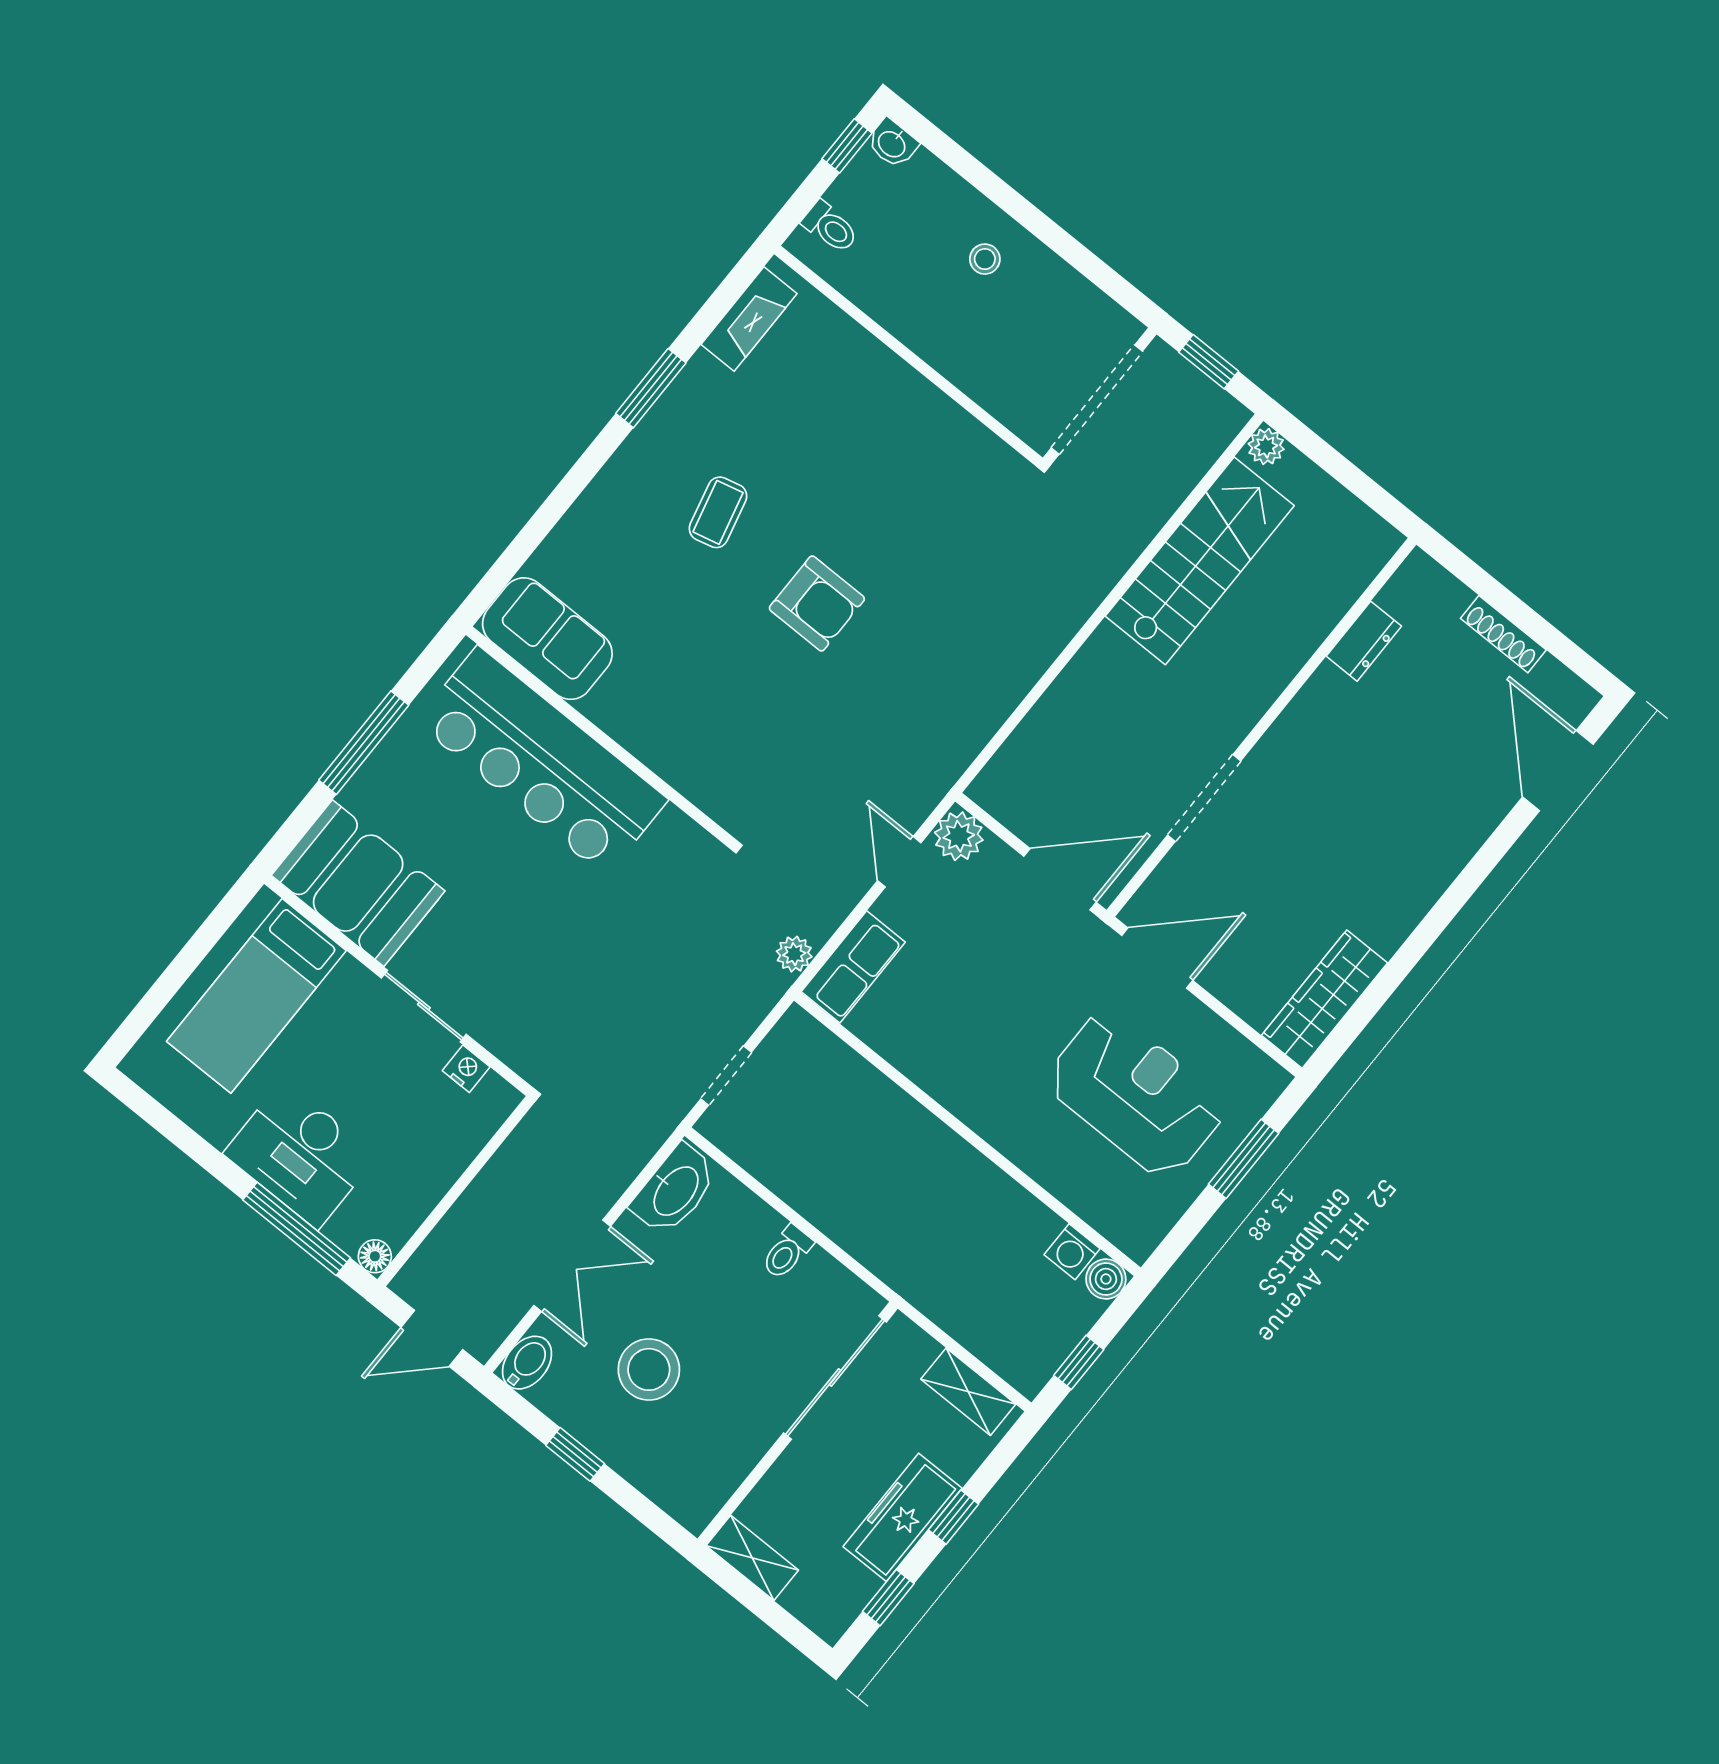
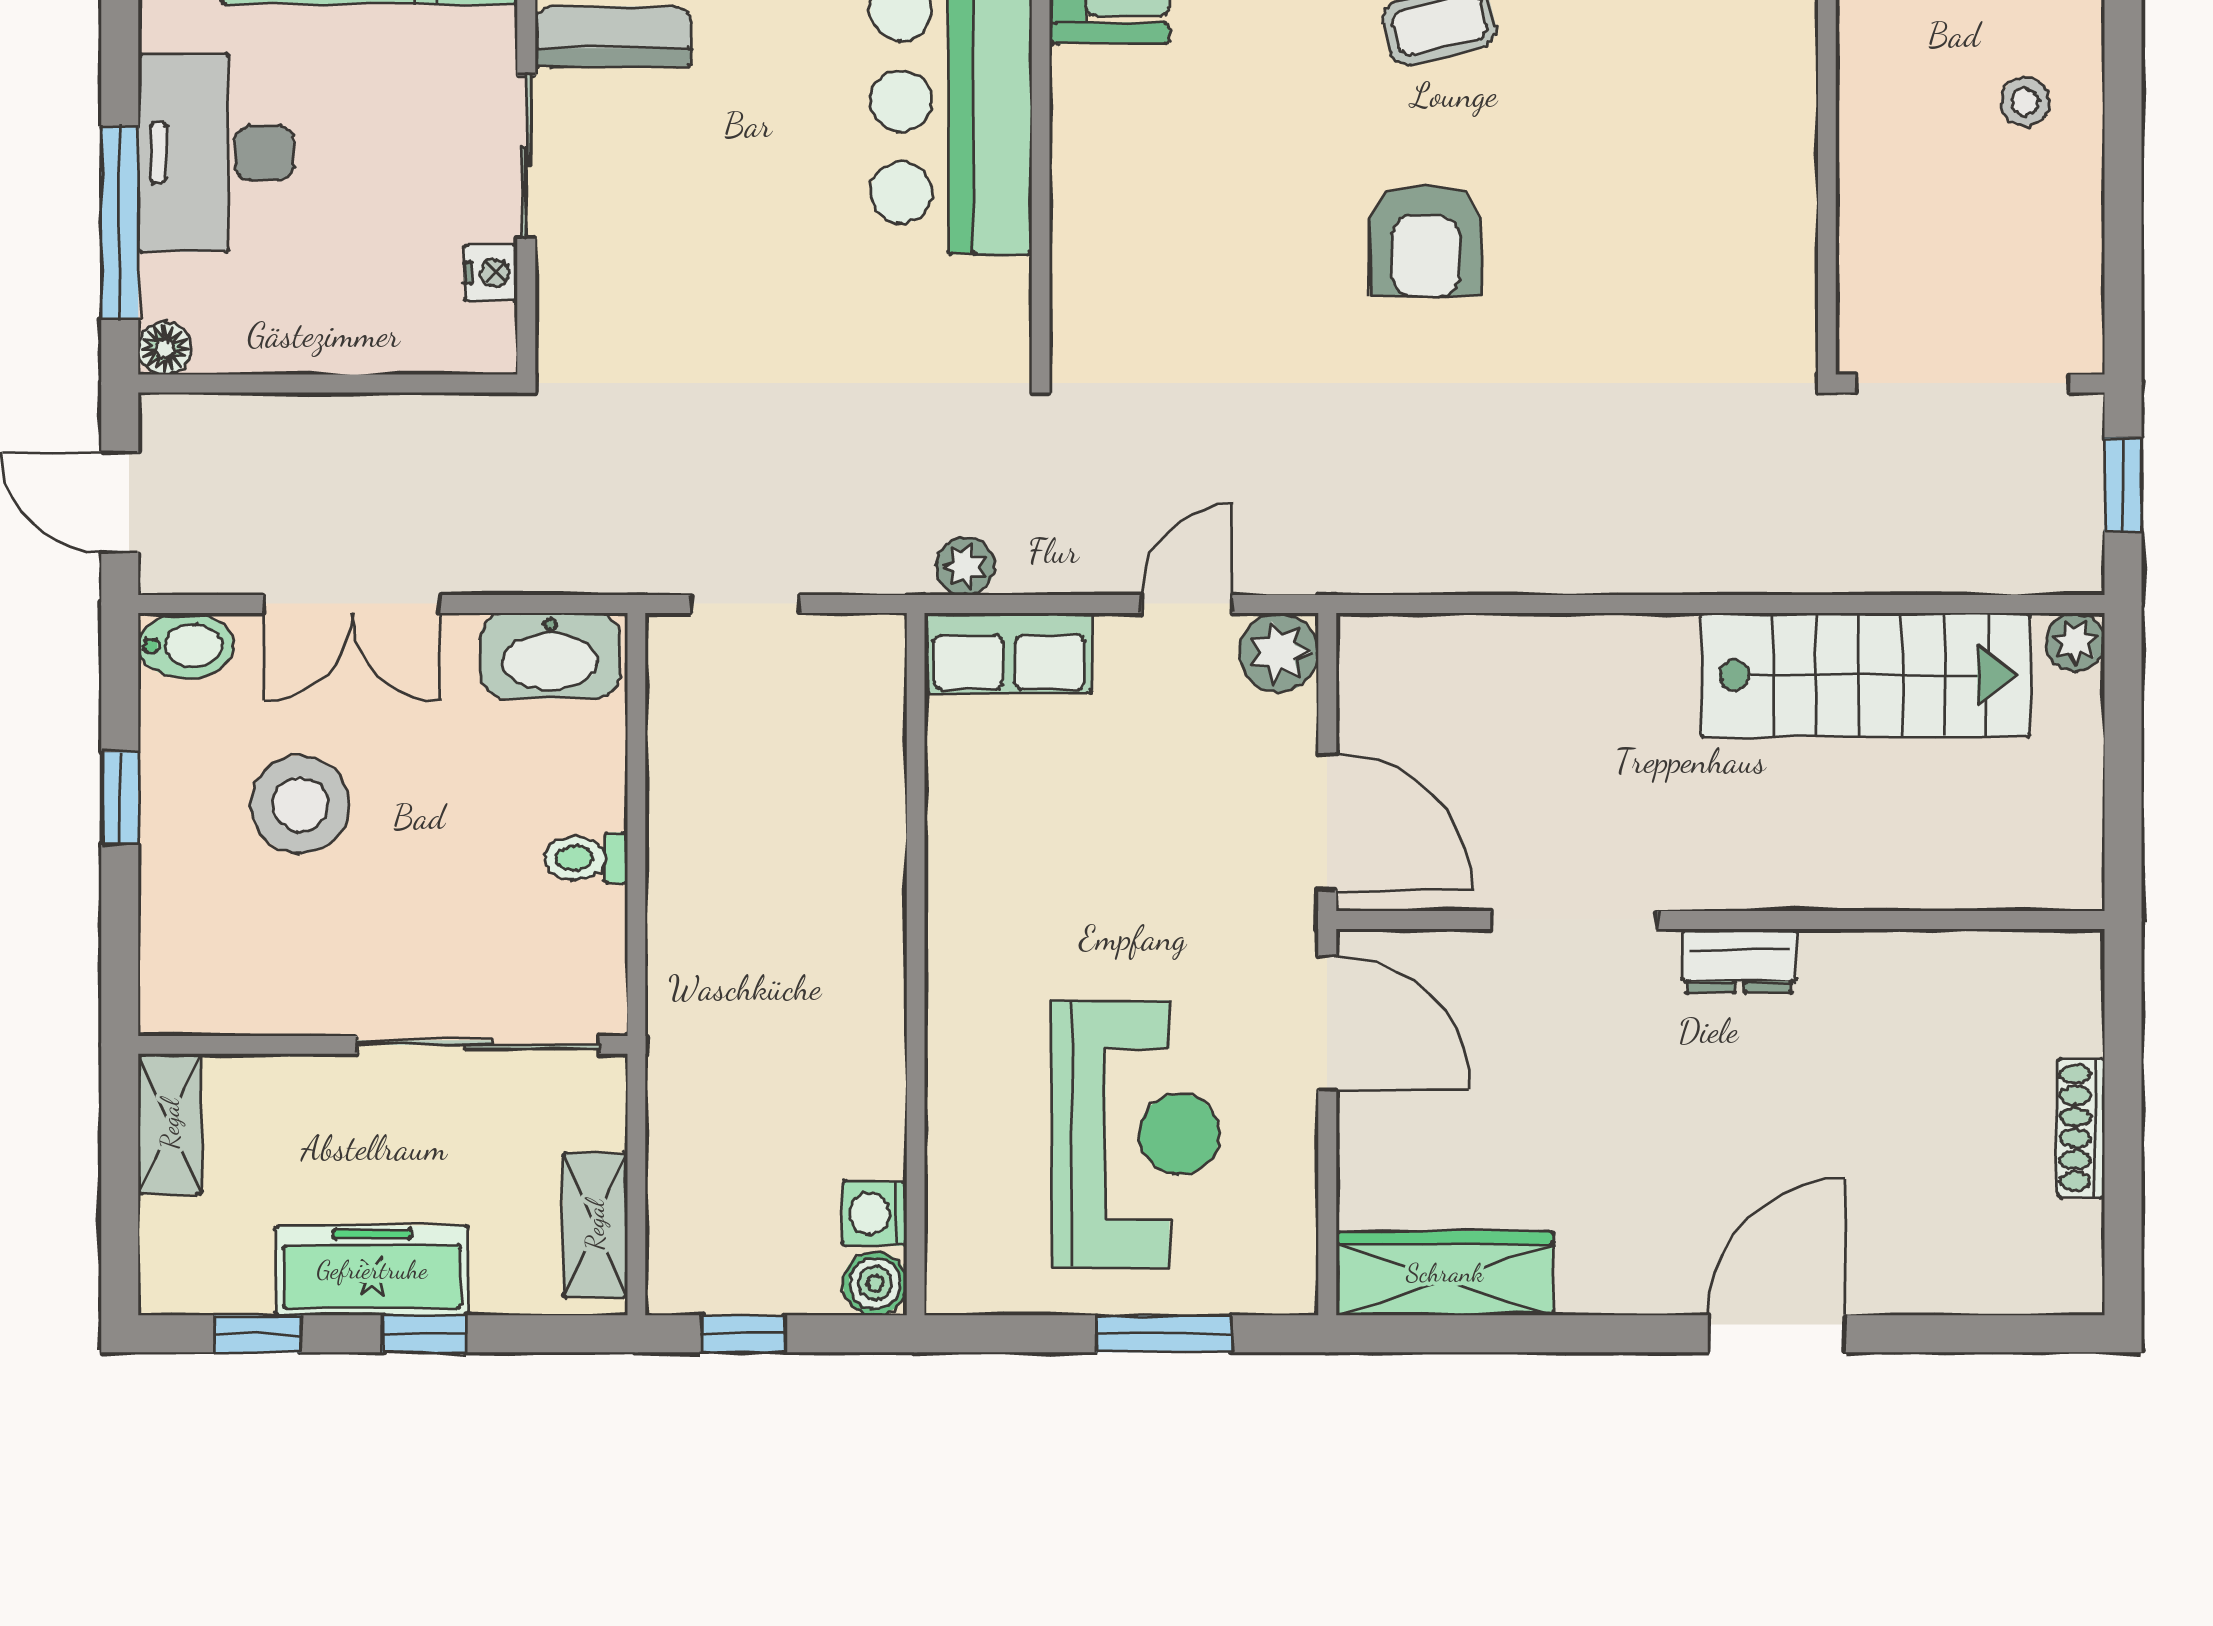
dresser: (1364, 641) -> (1739, 961), moved
door: (1558, 771) -> (1777, 1334), moved

